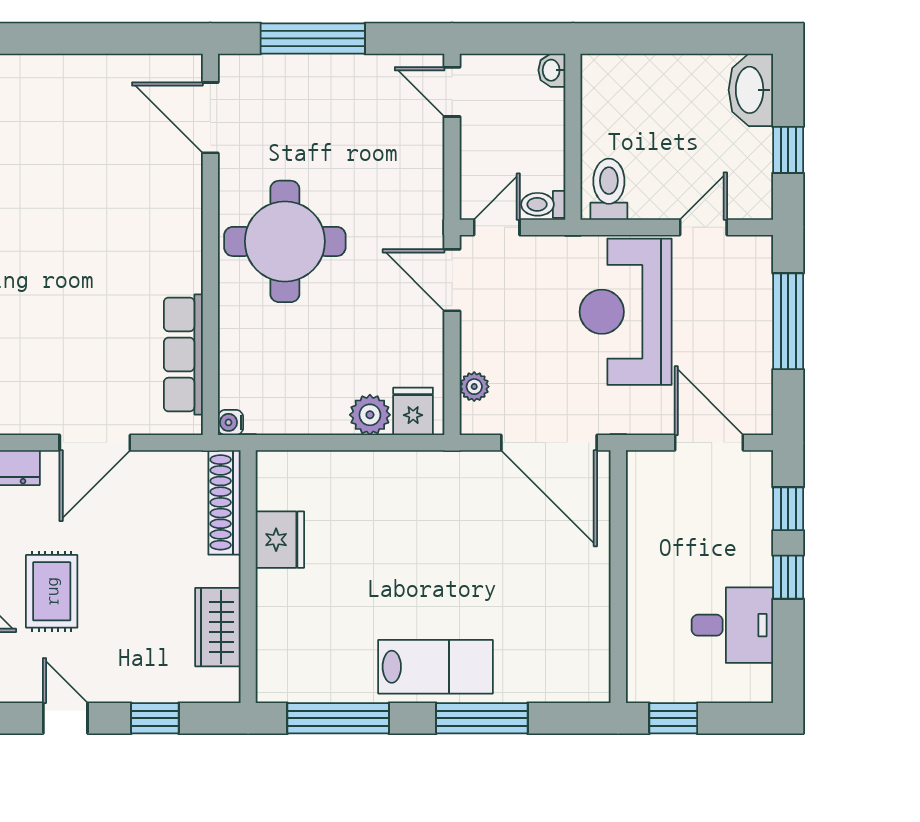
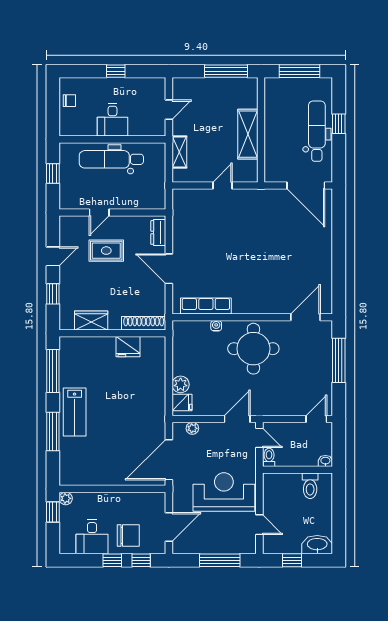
toilet: (609, 189) -> (310, 486), moved, turned 90
water cooler: (231, 422) -> (216, 326), moved
chair: (729, 539) -> (128, 535), added
plant: (641, 688) -> (66, 498), added

